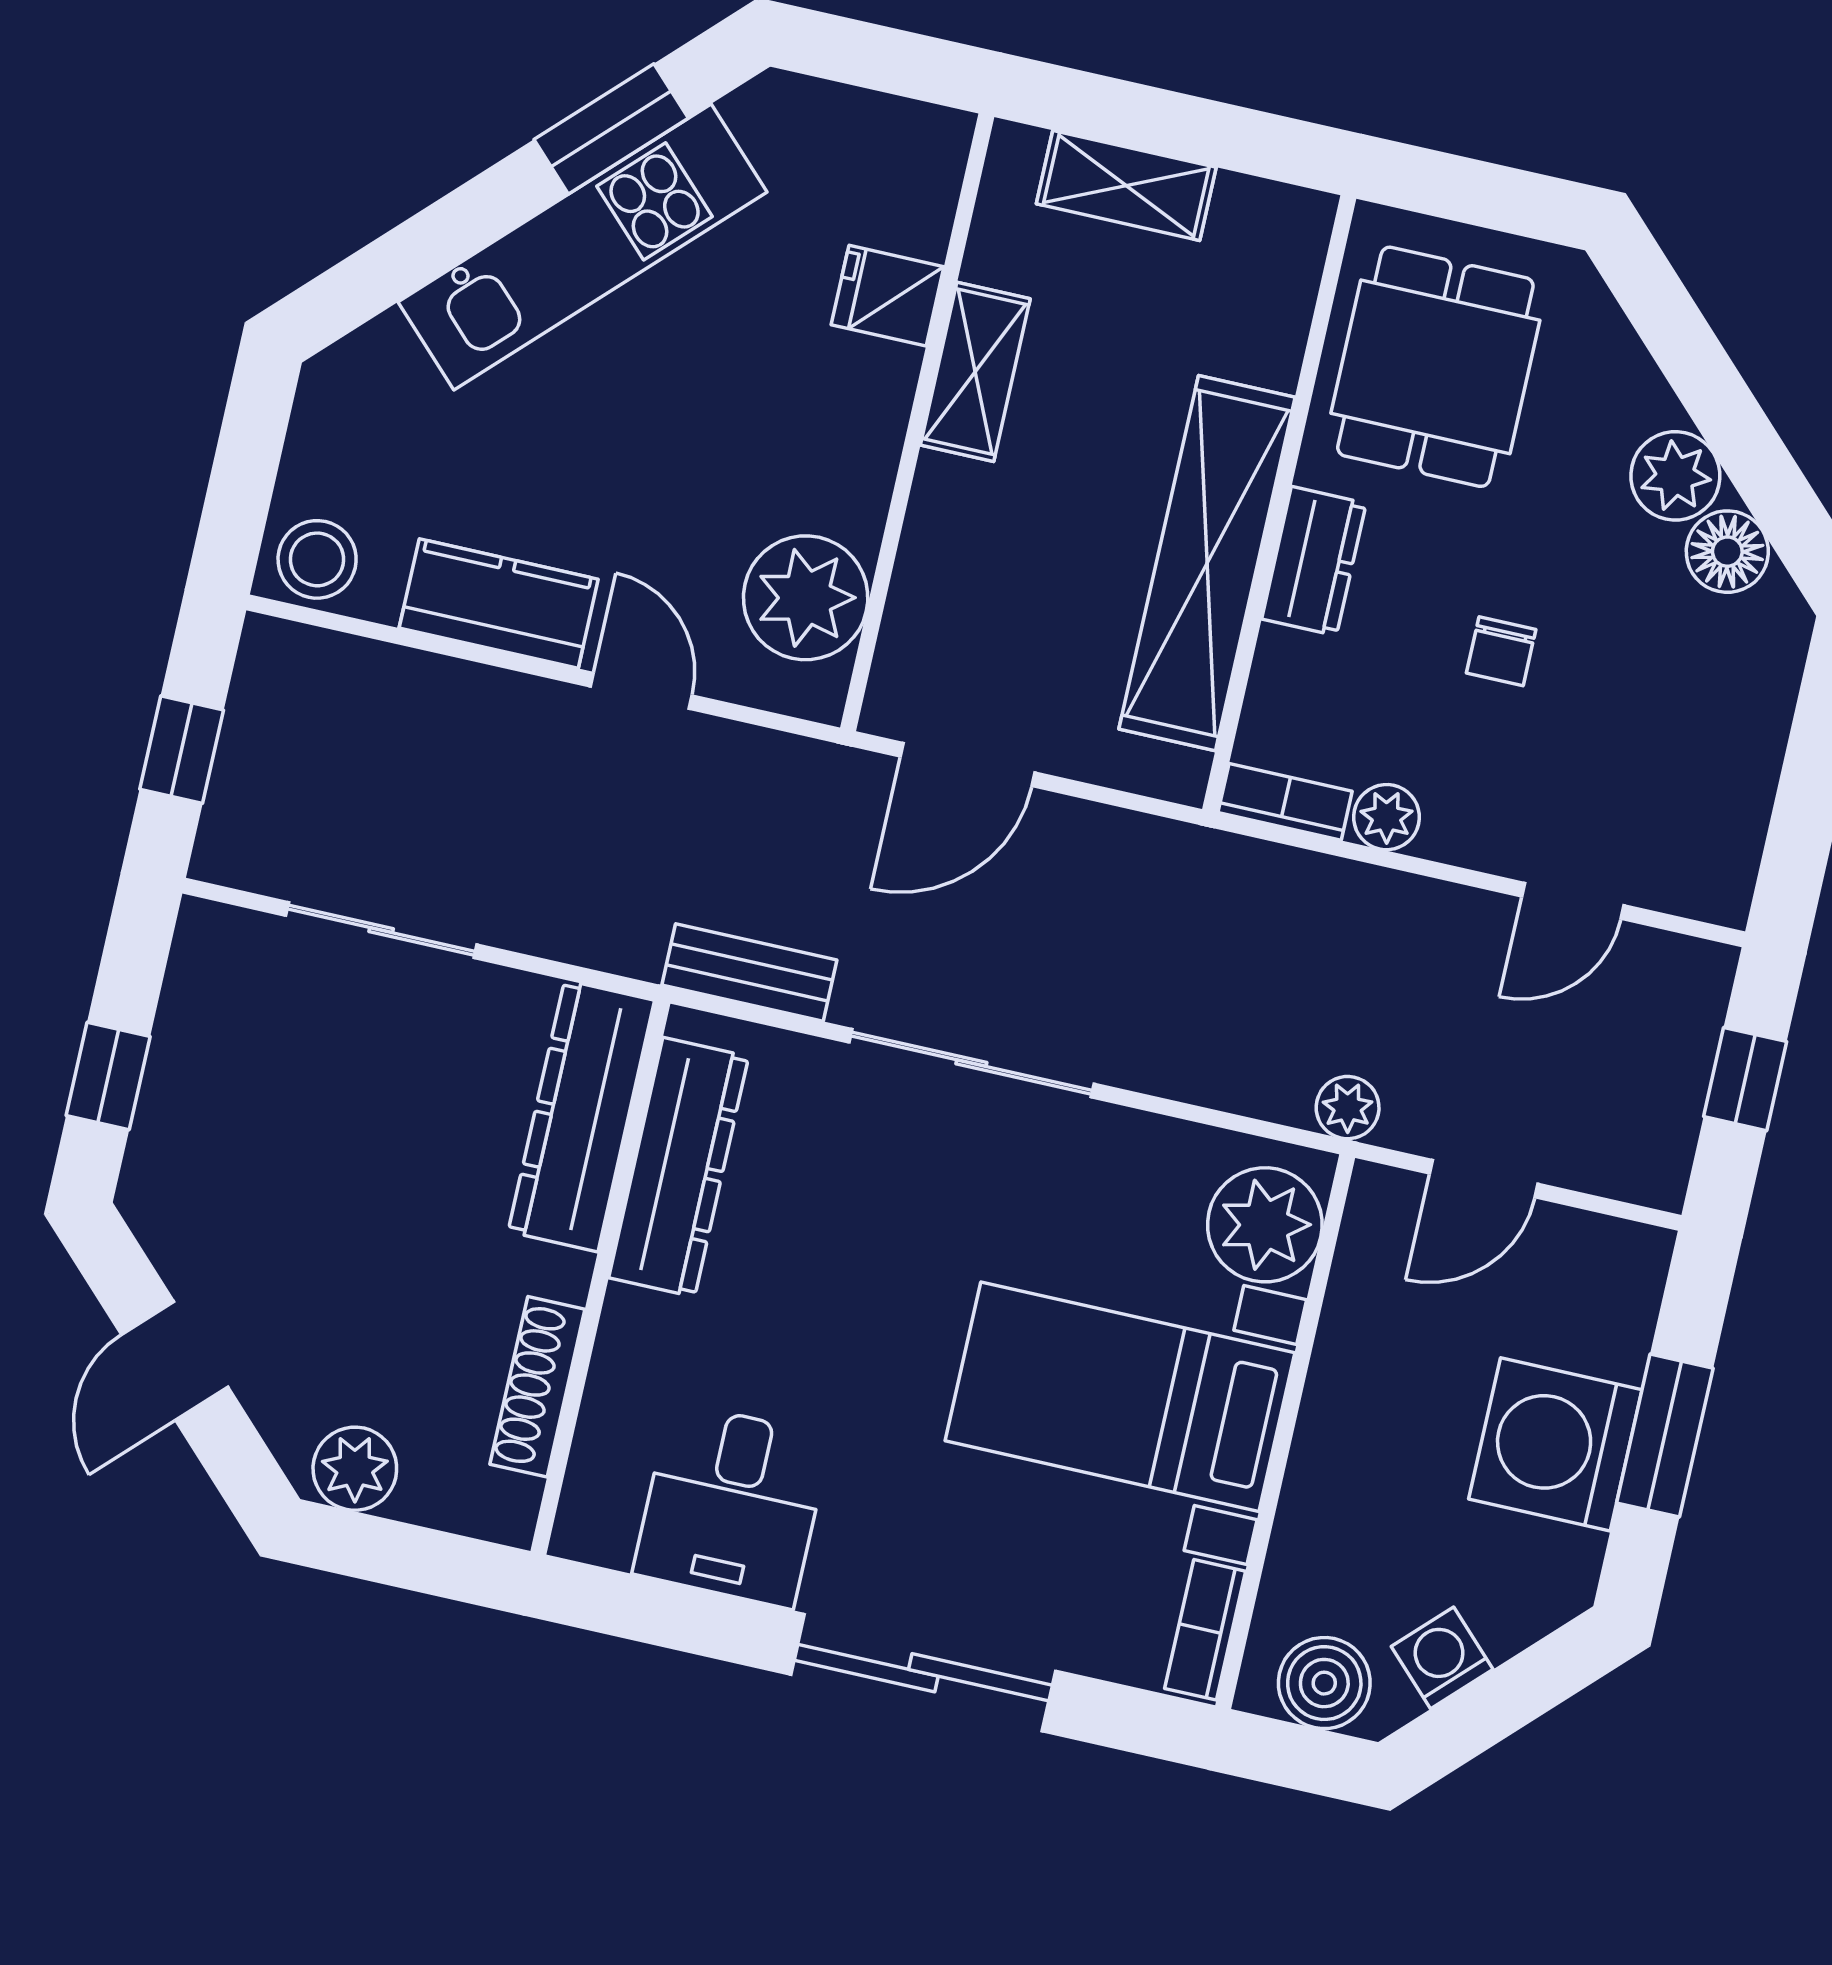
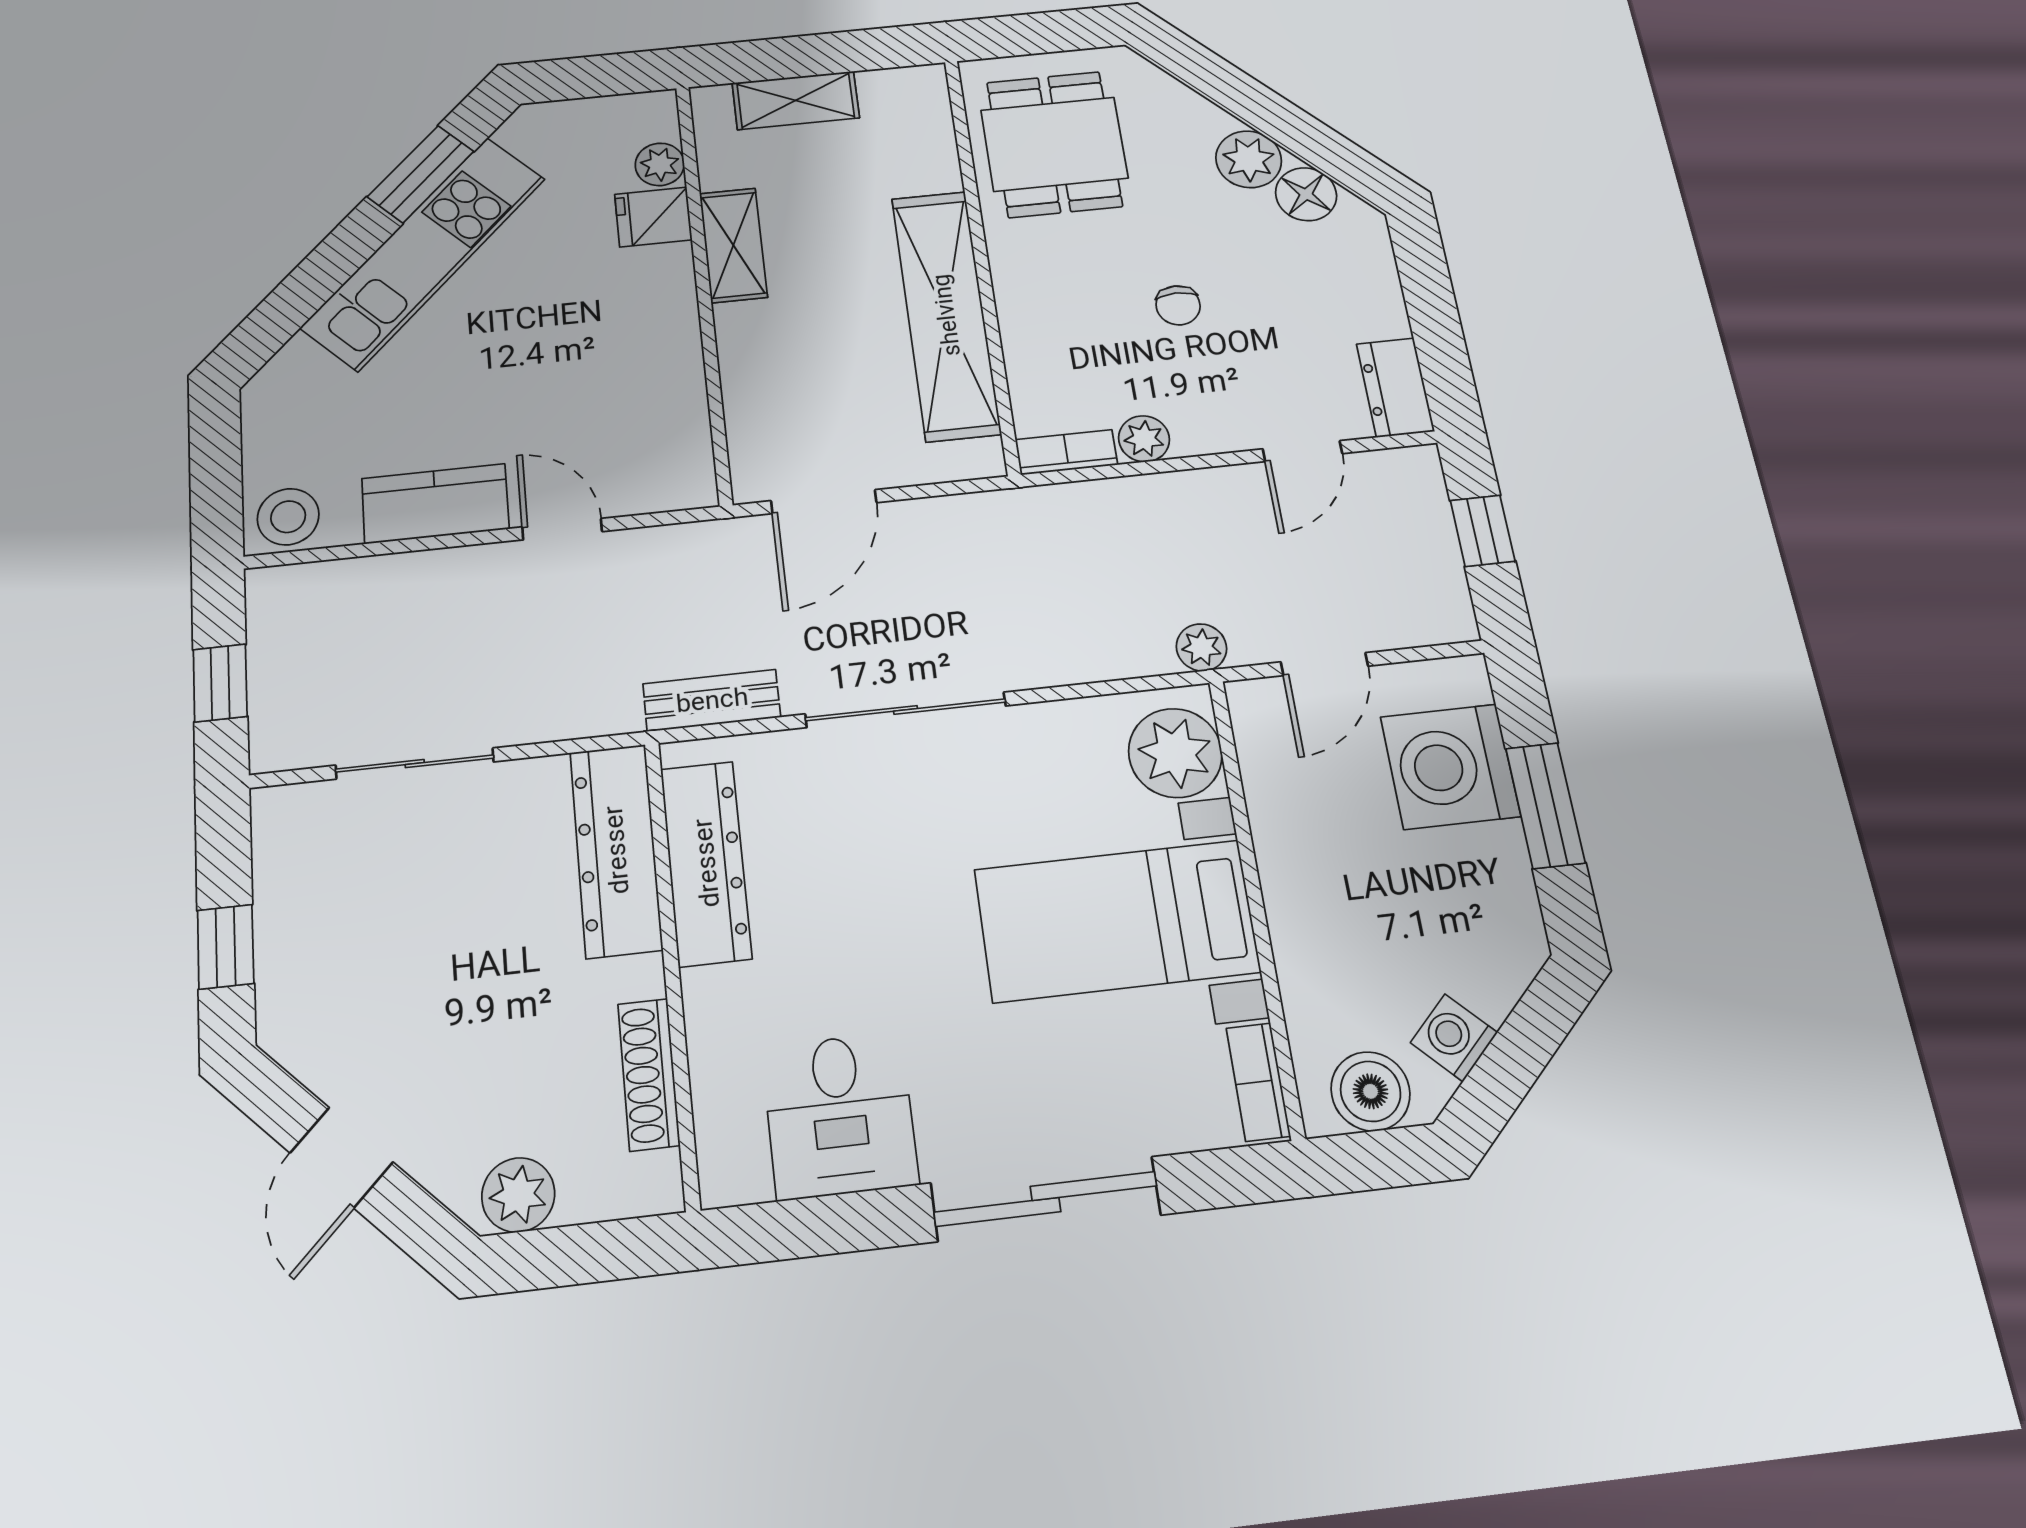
dresser: (1314, 561) -> (1395, 388), moved, turned 180
plant: (806, 598) -> (660, 164), moved, width x0.53, depth x0.53
washing machine: (1555, 1444) -> (1450, 766), moved

